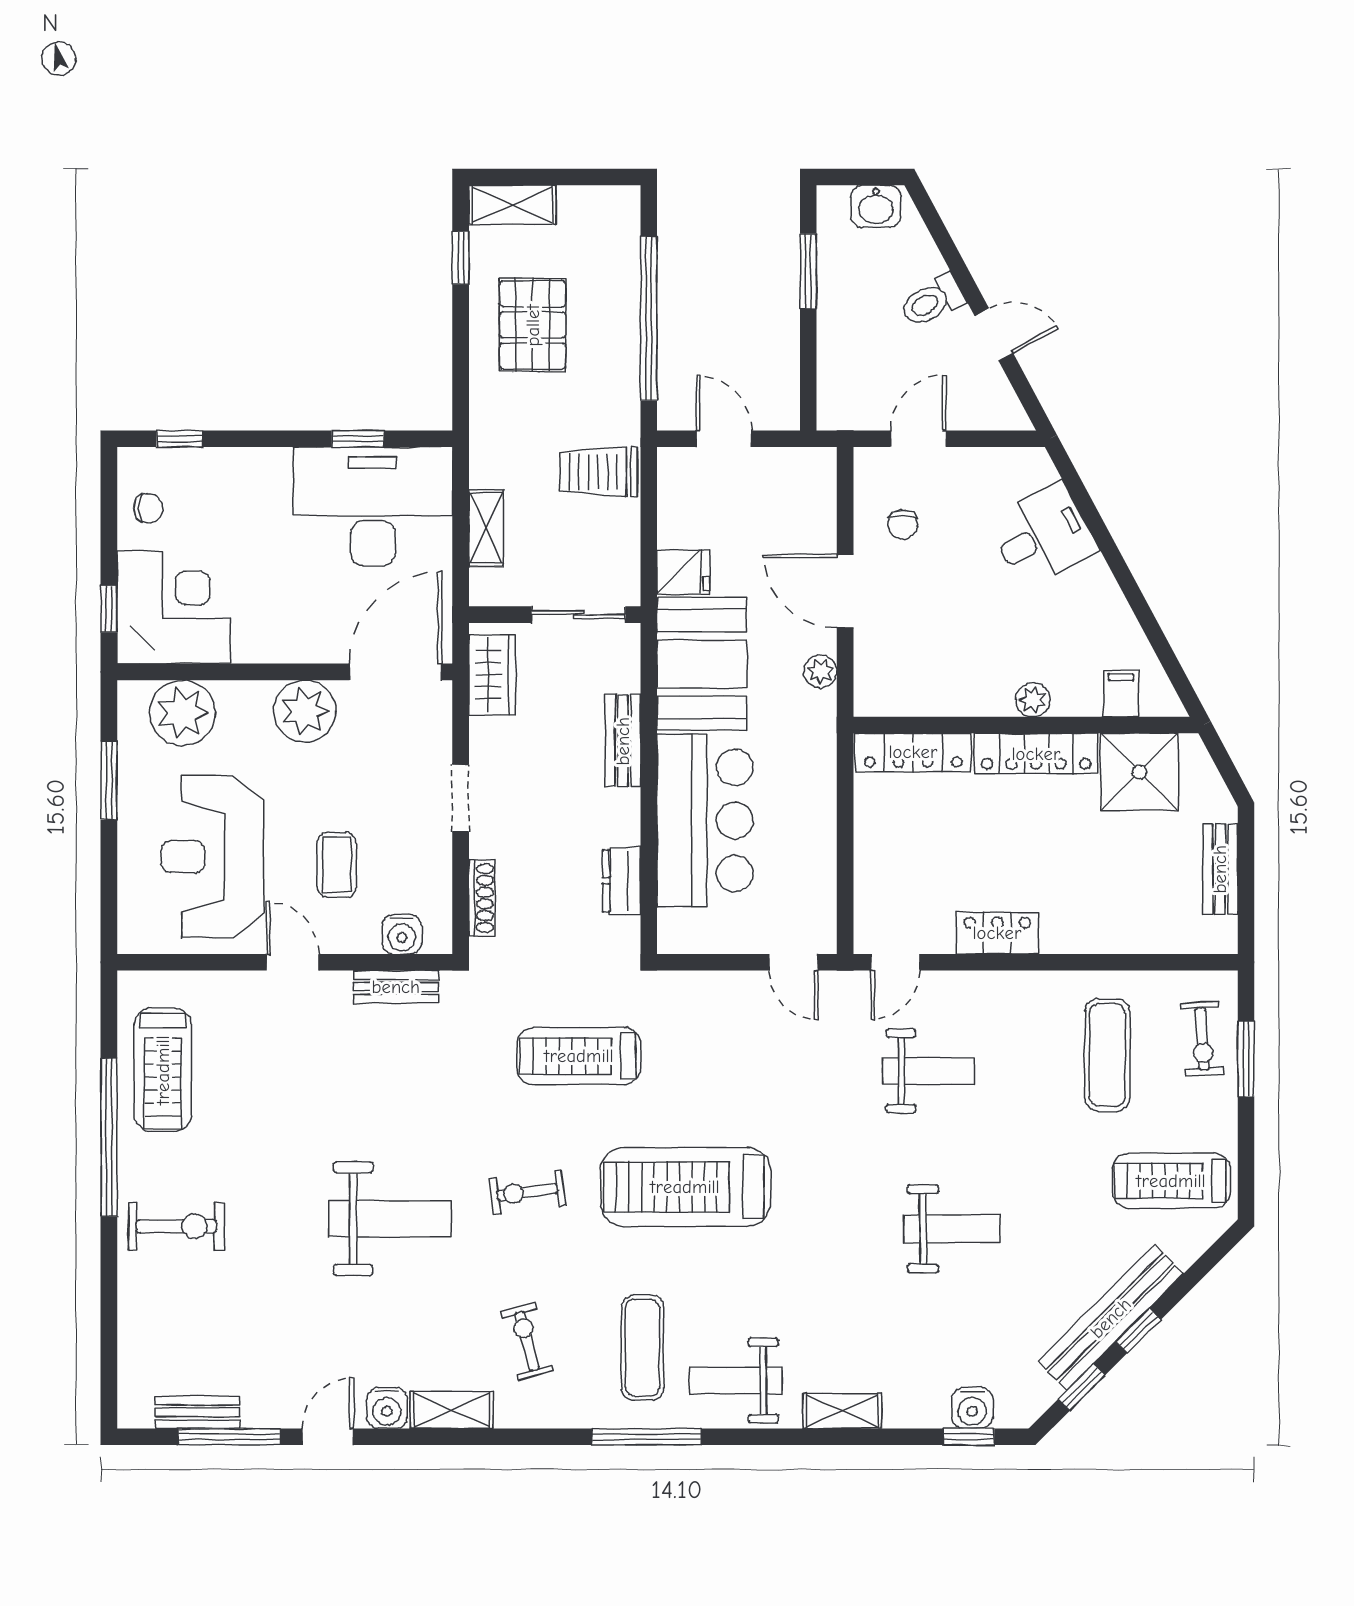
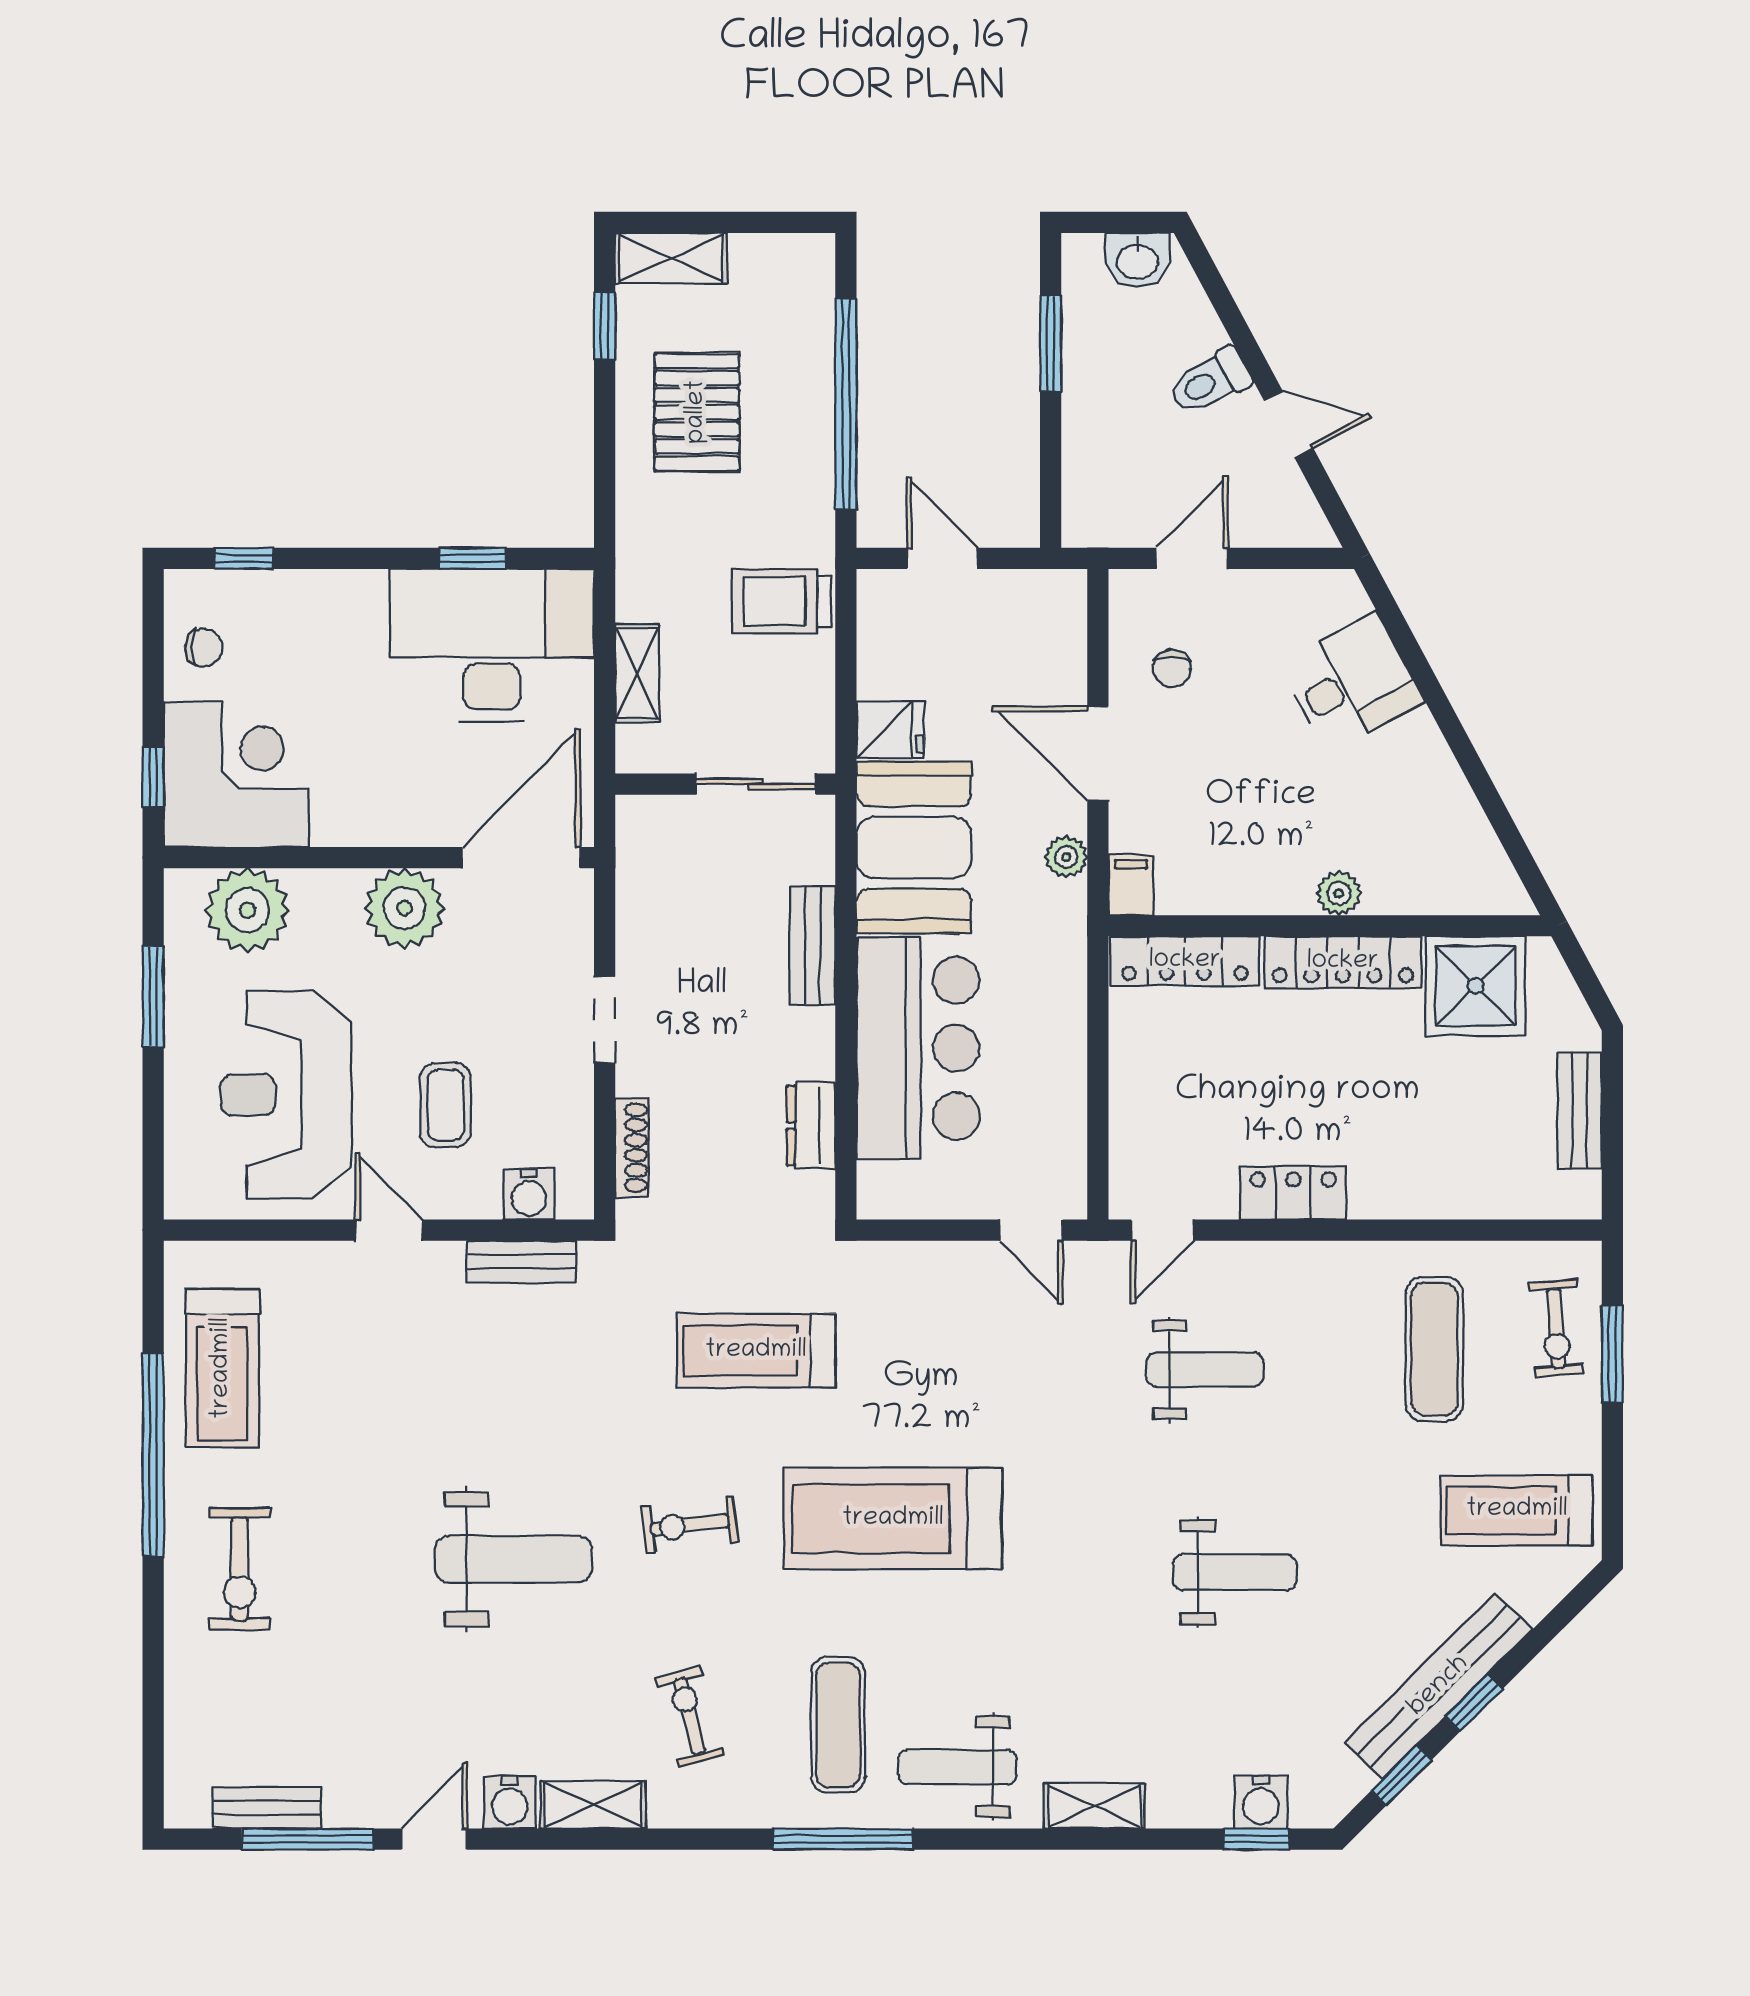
wardrobe: (492, 675) -> (645, 861), removed
filing cabinet: (1121, 693) -> (1131, 885), moved
exercise bike: (176, 1226) -> (240, 1569), turned 90

